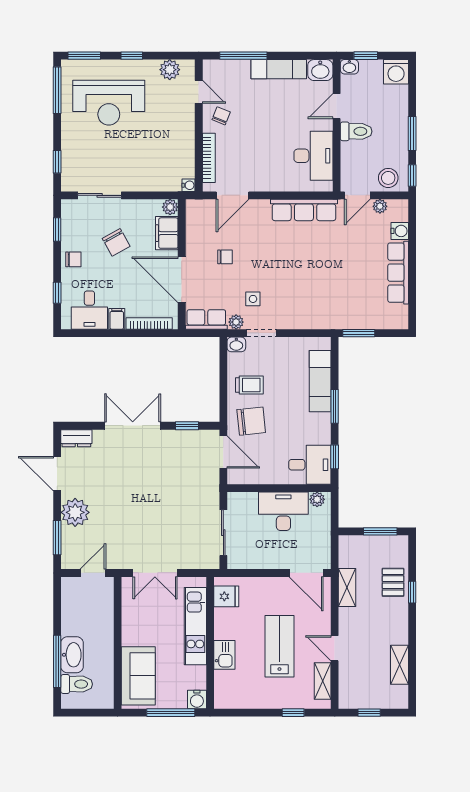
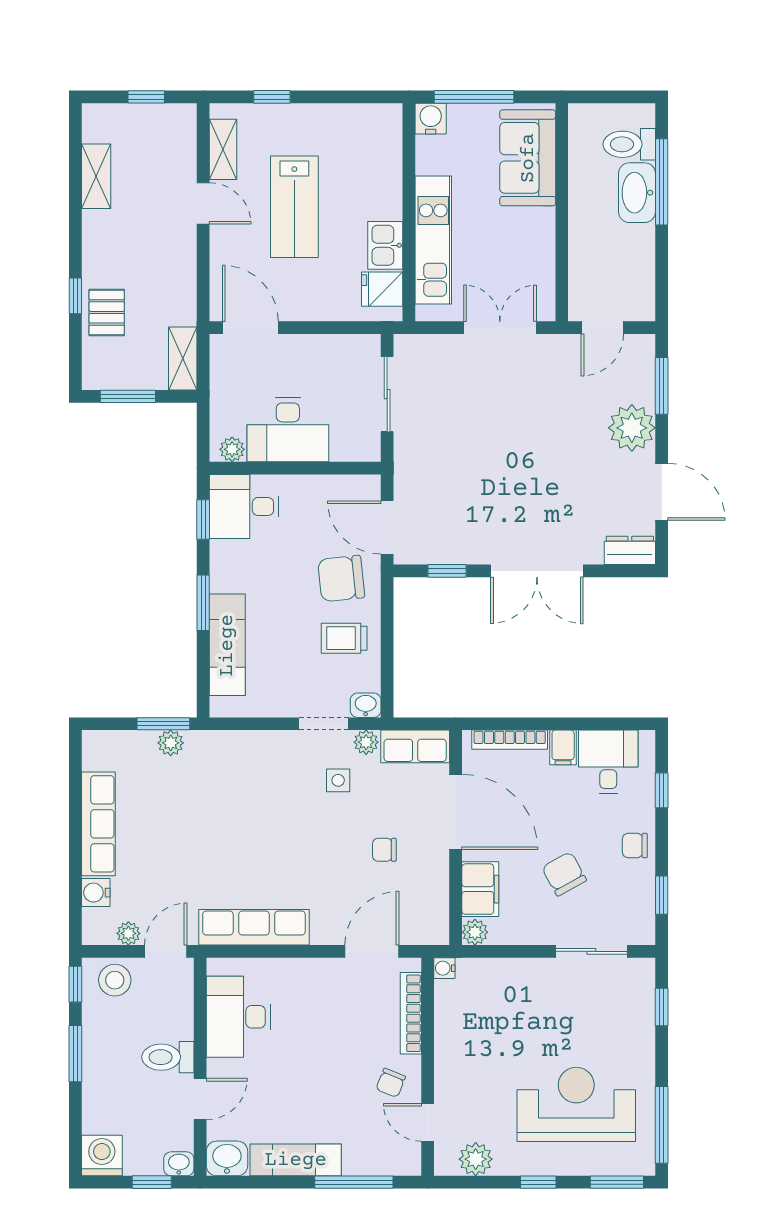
plant: (354, 322) -> (171, 743), added
shelving: (347, 588) -> (183, 359), moved
kitchen sink: (224, 655) -> (385, 245), moved

